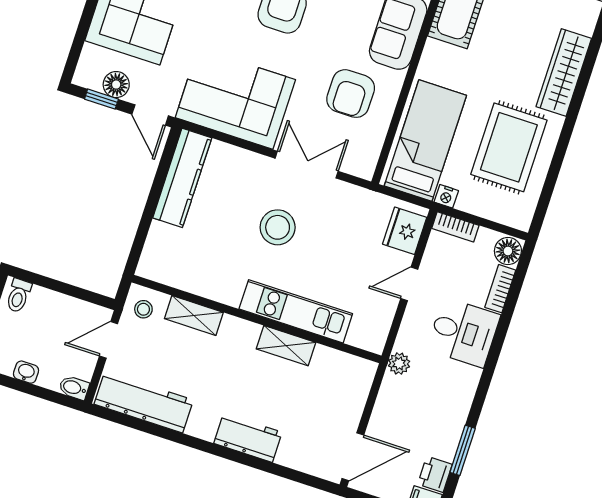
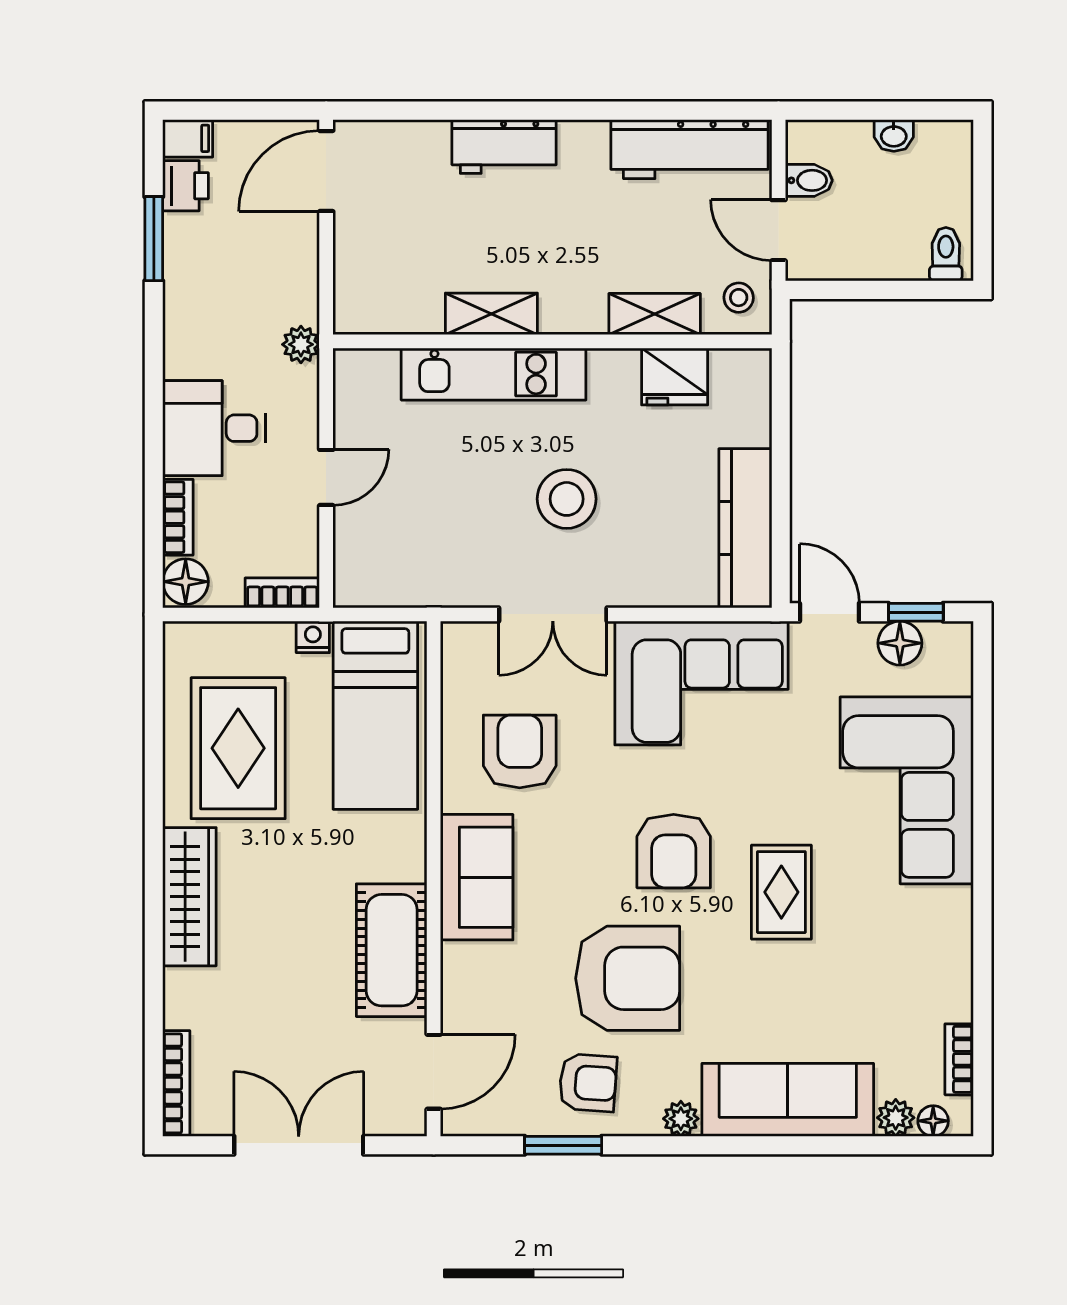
fridge: (405, 231) -> (675, 376), moved, turned 90
door: (108, 340) -> (779, 230), swing flipped
bidet: (74, 388) -> (809, 180), moved

